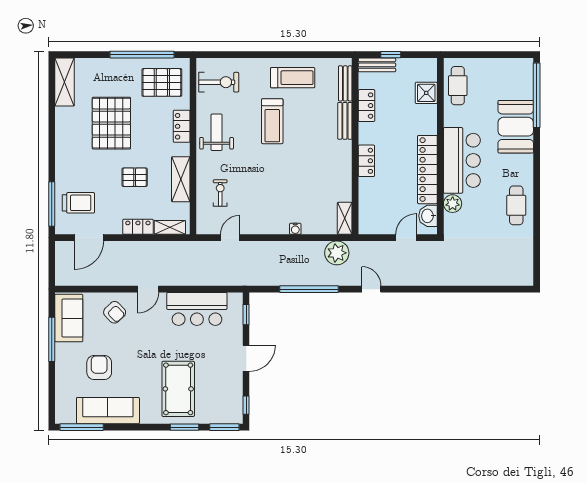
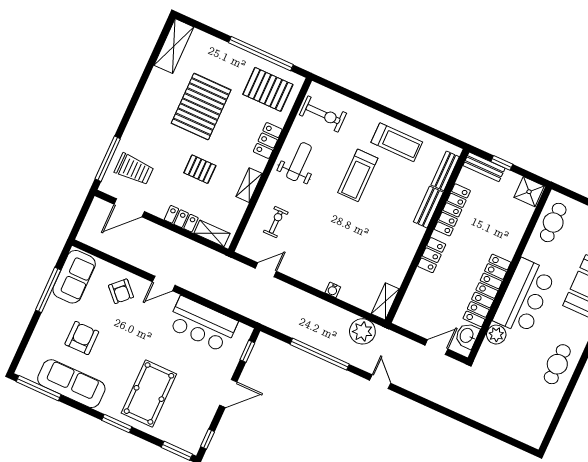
shower: (426, 93) -> (529, 192), moved
locker: (367, 106) -> (452, 210), width x1.53
shelving: (181, 179) -> (249, 185), width x0.67, depth x0.75
window: (185, 427) -> (117, 424), moved

